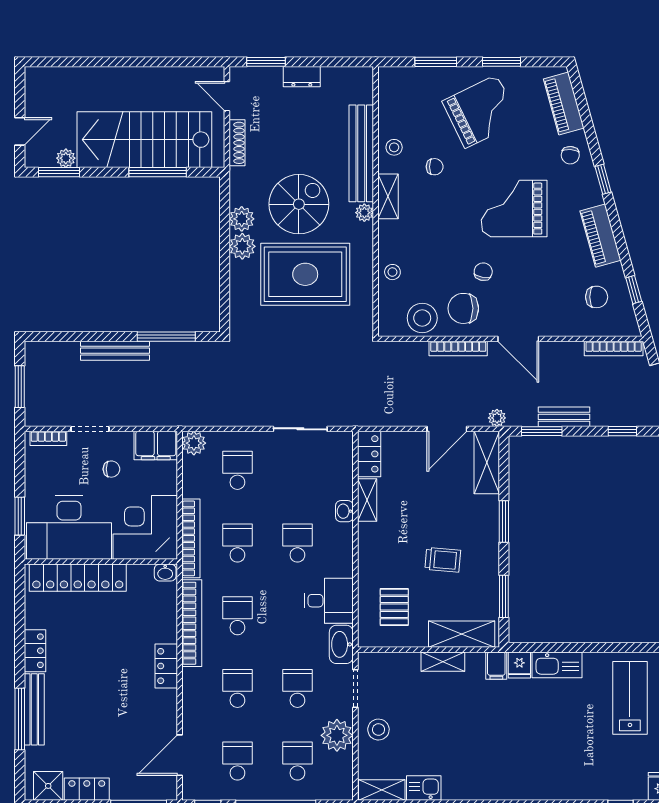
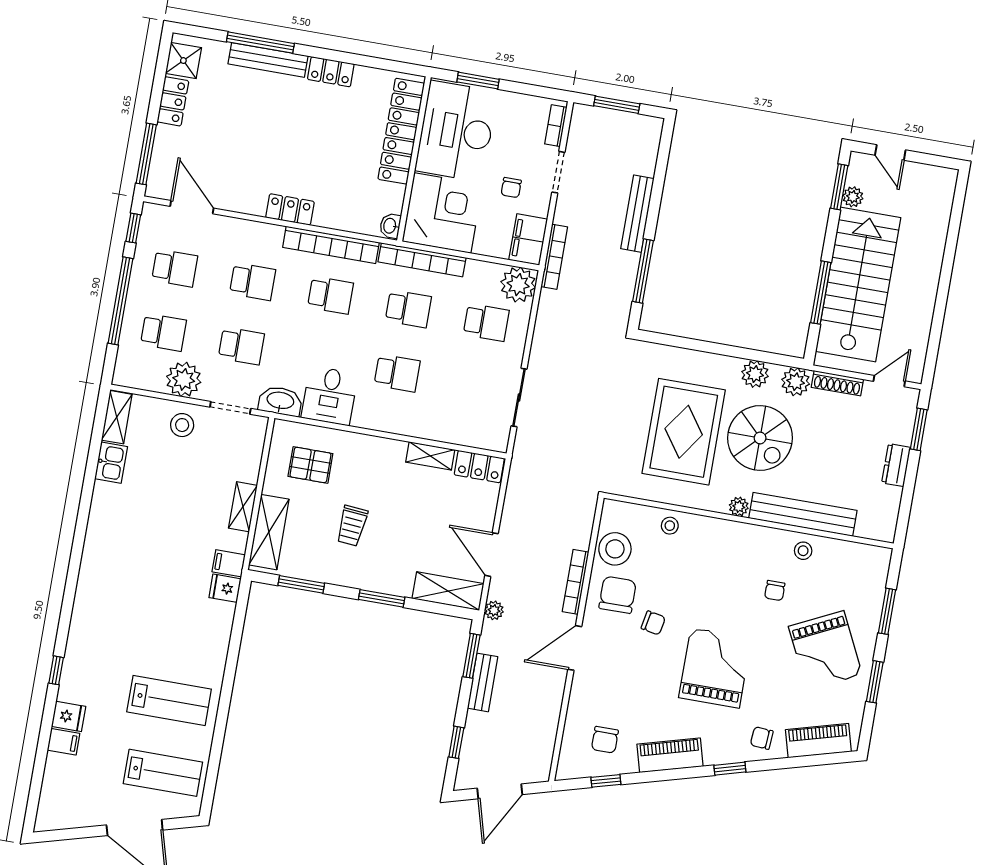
shelving: (388, 196) -> (752, 535), removed
plant: (242, 246) -> (796, 382), moved
bookcase: (614, 348) -> (554, 257), moved, turned 180
plant: (194, 443) -> (518, 285), width x1.36, depth x1.36
washbasin: (344, 511) -> (422, 429), removed
kitchen sink: (557, 665) -> (218, 629), removed

